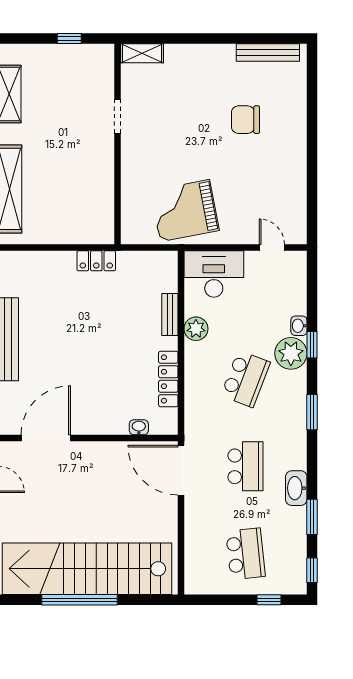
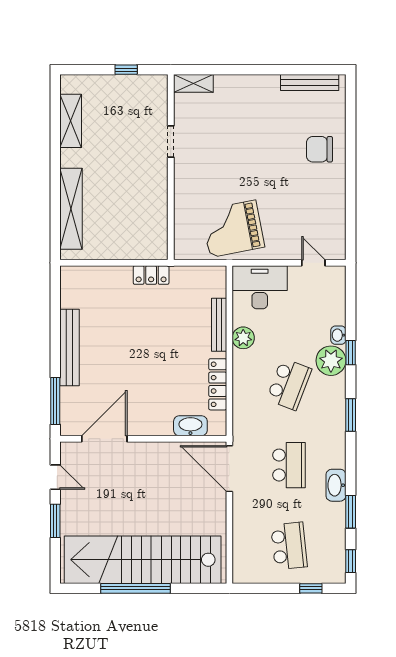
chair: (246, 120) -> (319, 149), moved
bench: (170, 315) -> (219, 325), width x1.36
washbasin: (139, 427) -> (190, 426), width x1.91, depth x1.45

